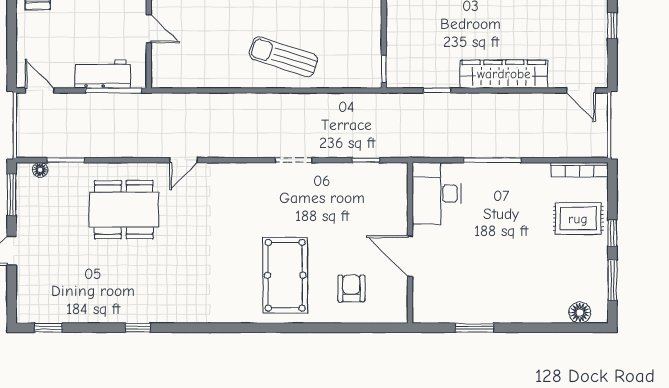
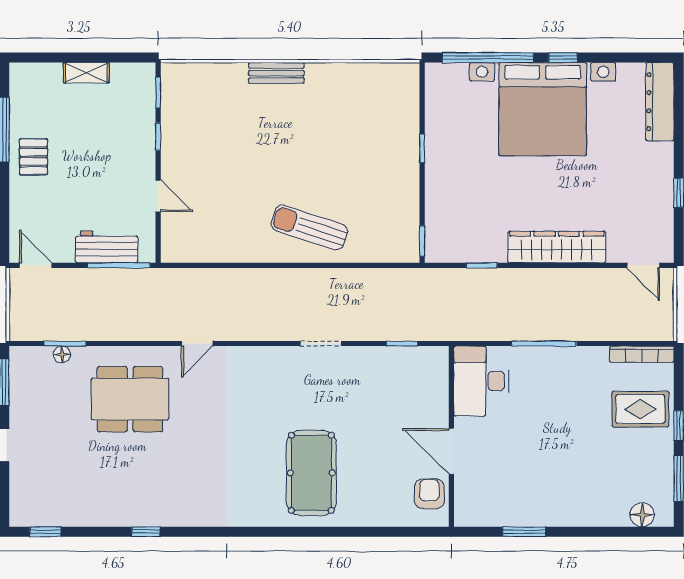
floor lamp: (40, 170) -> (62, 354), moved
armchair: (351, 288) -> (429, 494), moved

